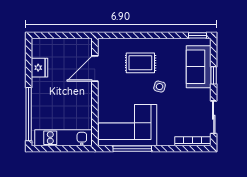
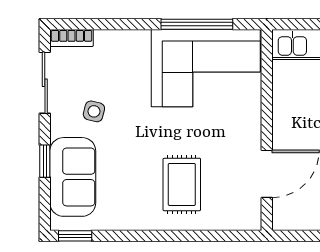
rug: (140, 63) -> (182, 184), turned 90
side table: (160, 87) -> (94, 111), moved
bookcase: (193, 141) -> (72, 38), width x0.64

